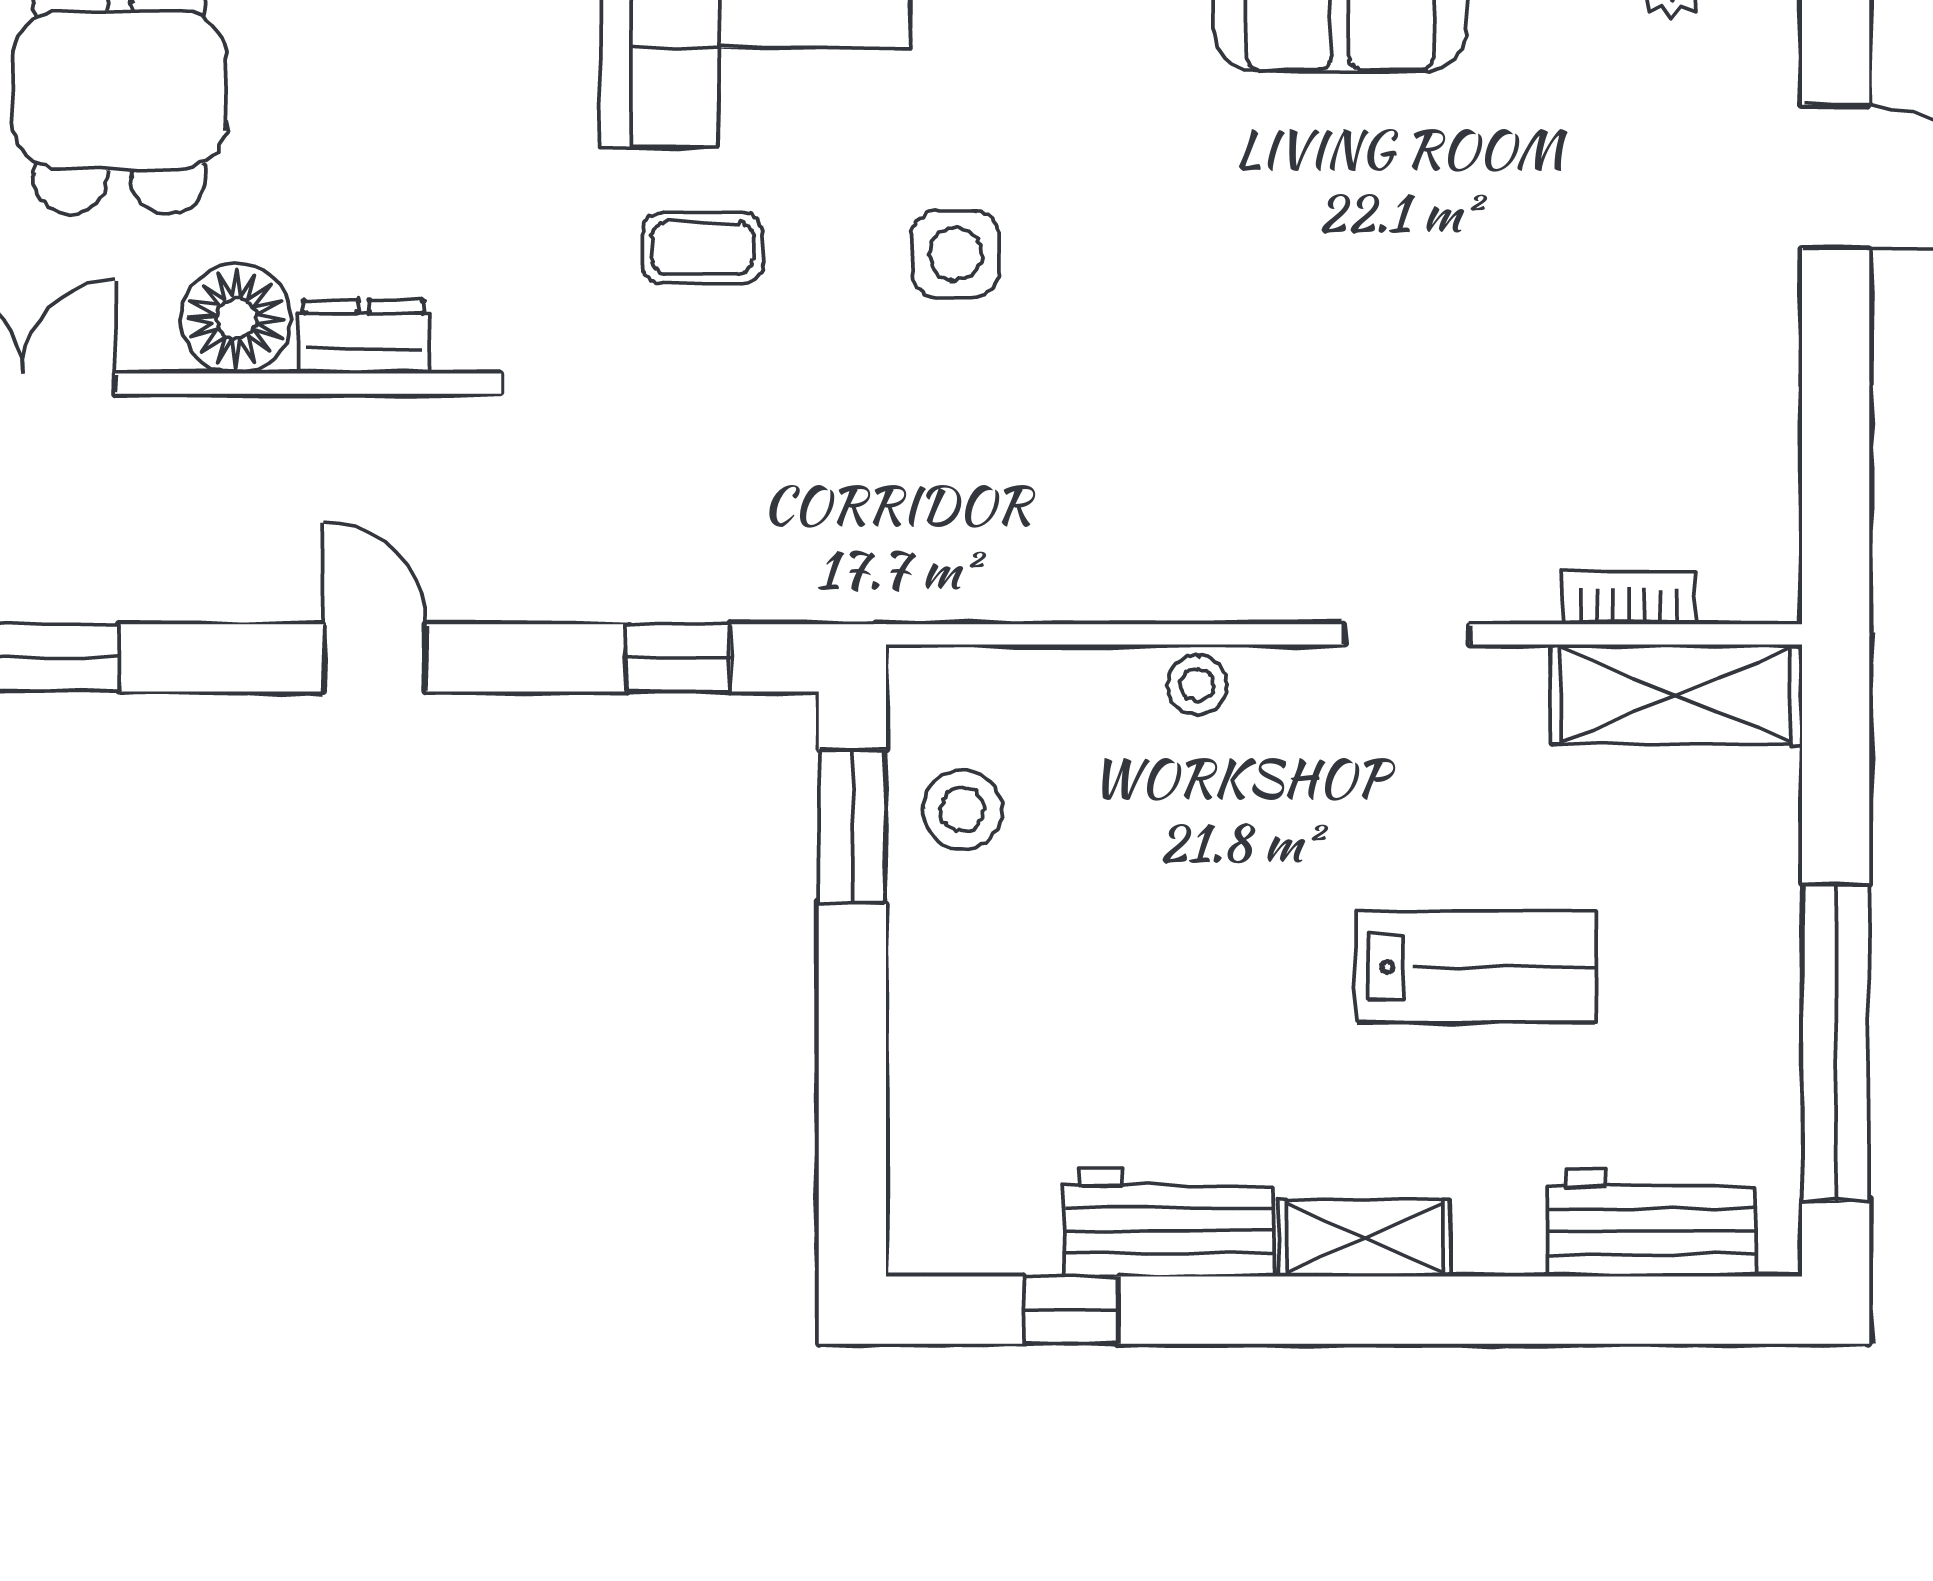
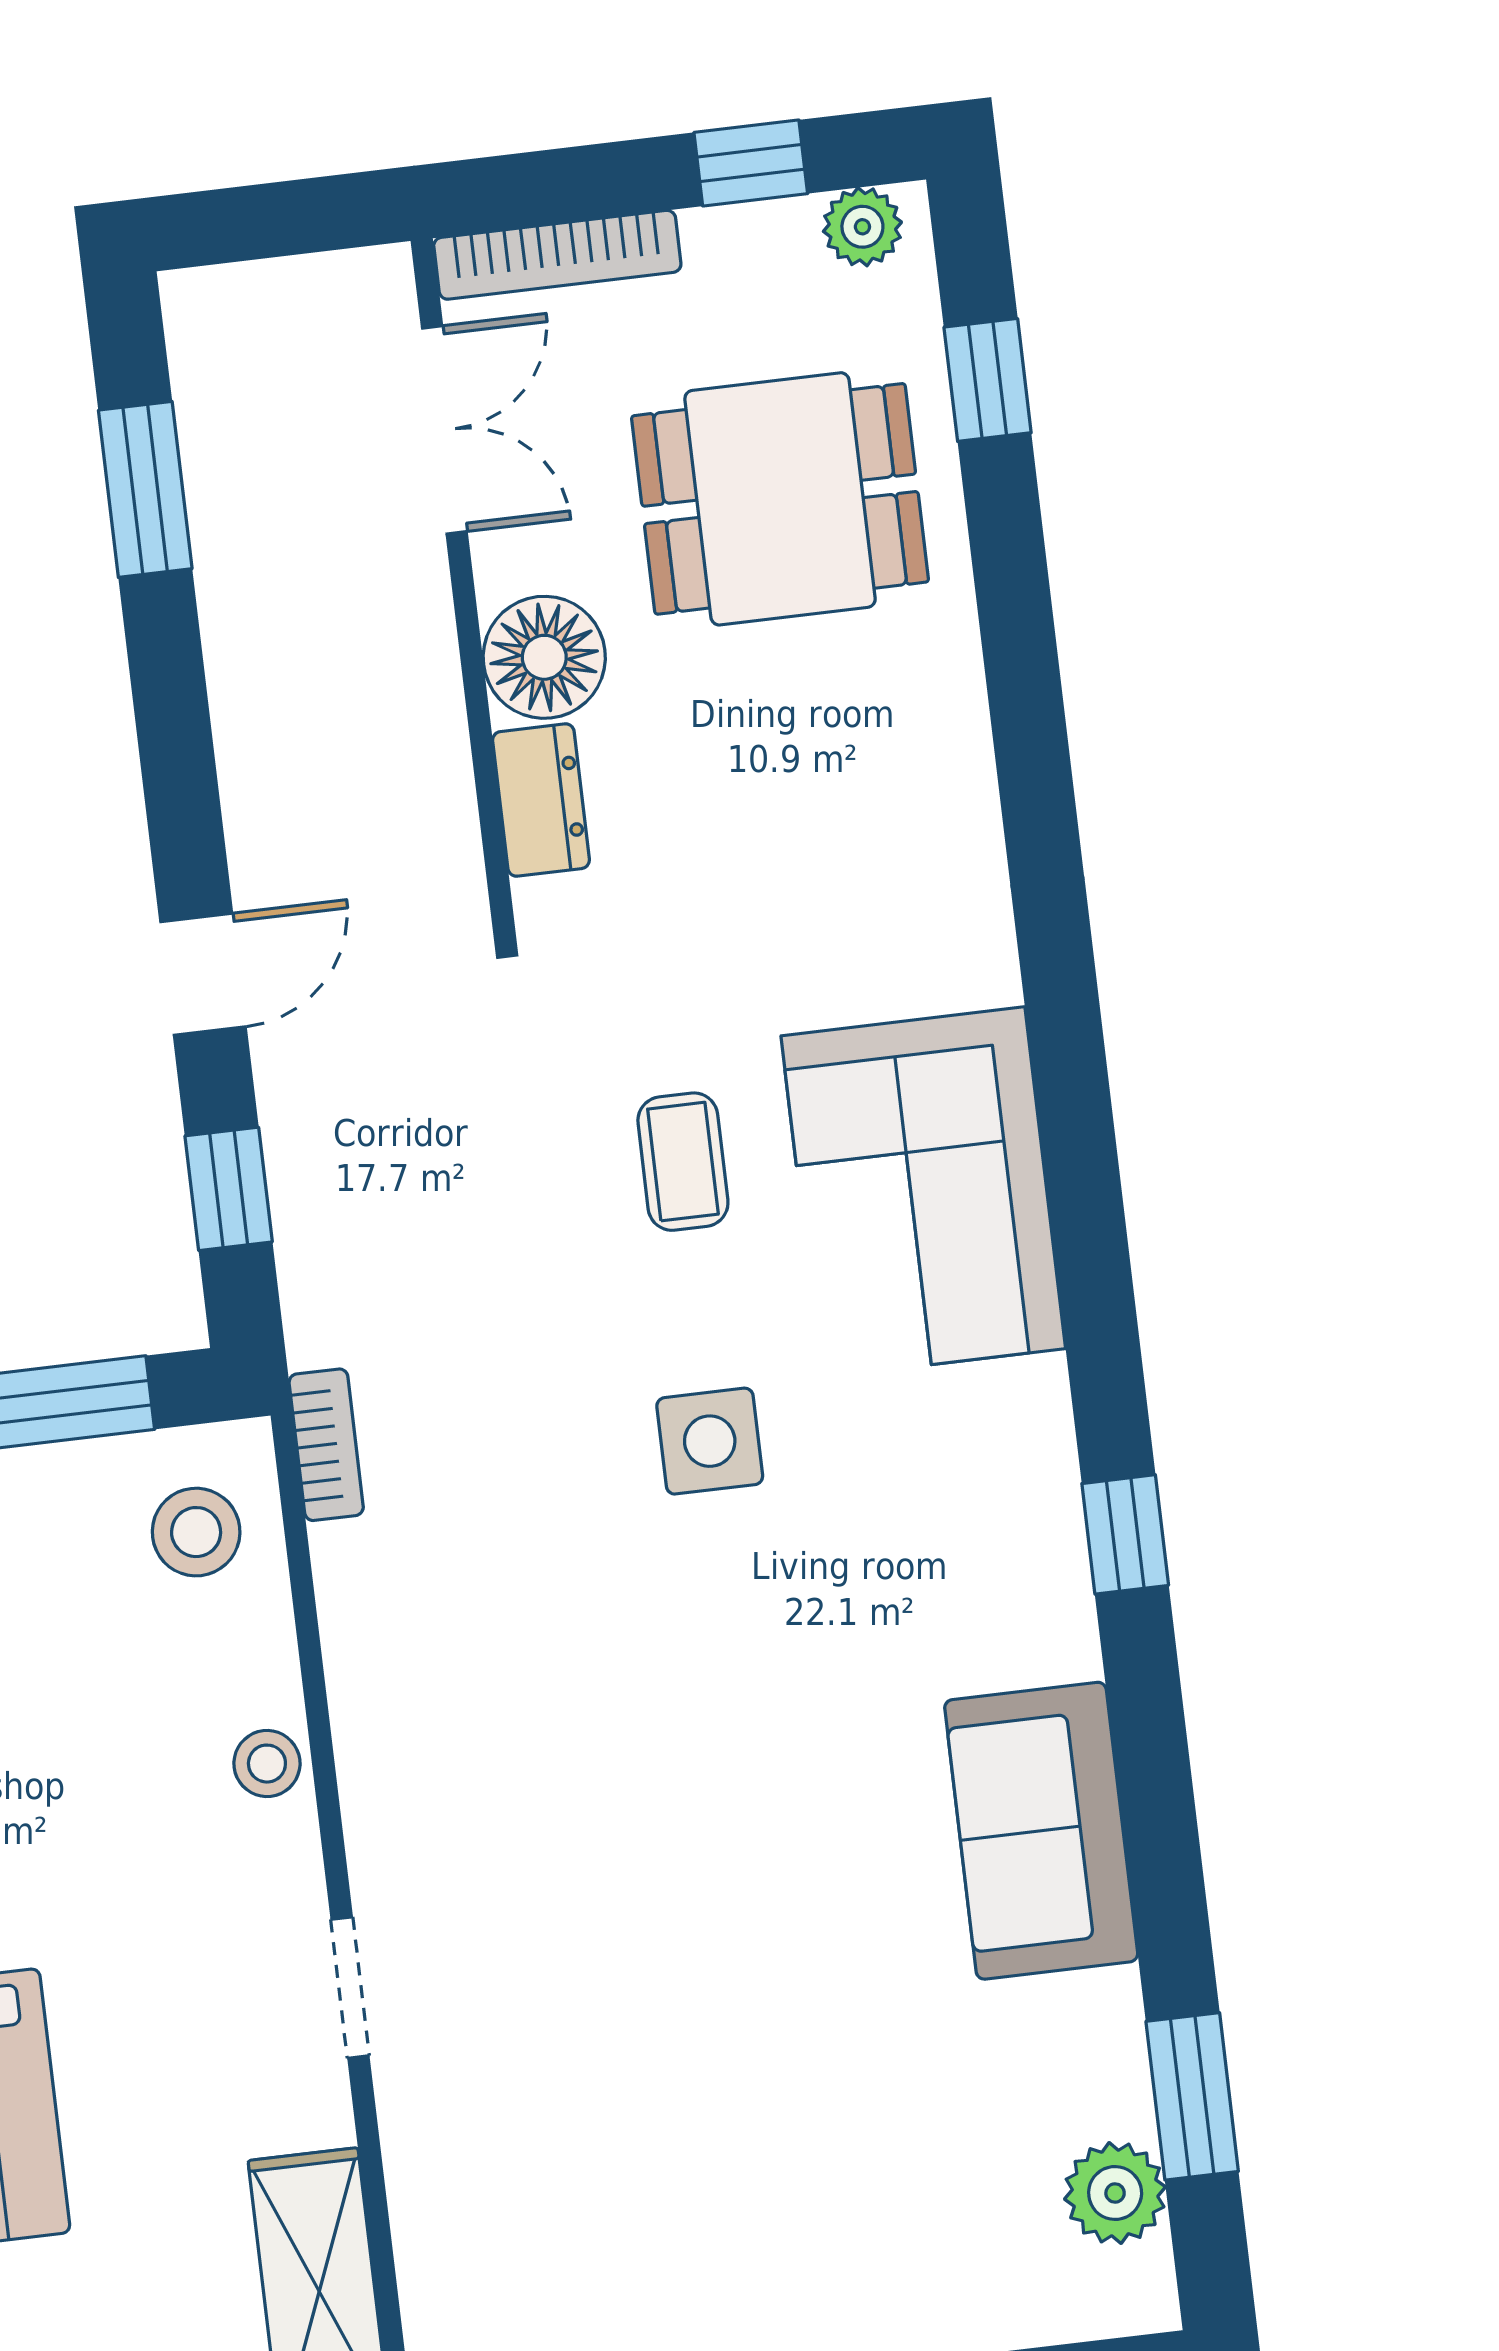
bookcase: (1629, 598) -> (326, 1445), moved
door: (375, 658) -> (203, 974), moved
stool: (962, 810) -> (196, 1532), moved

